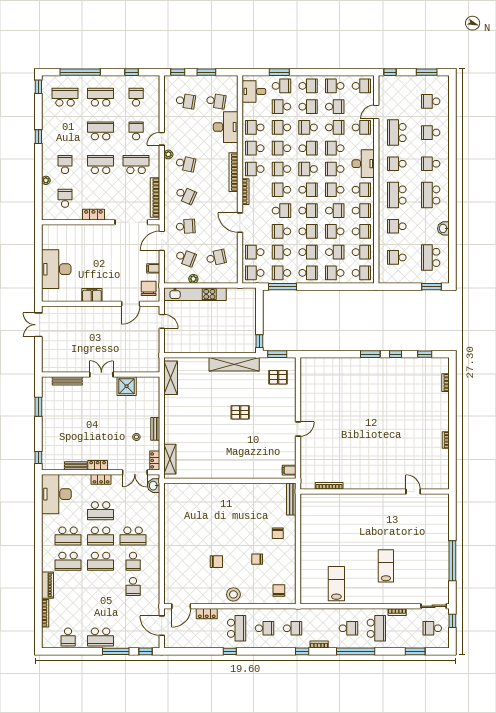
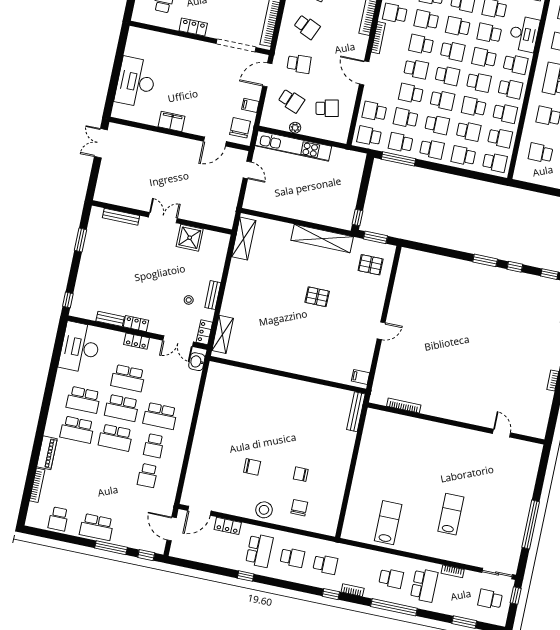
chair: (278, 533) -> (332, 449), removed
chair: (279, 590) -> (299, 508), moved

